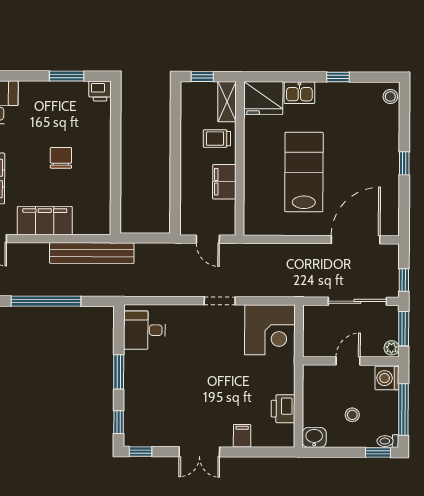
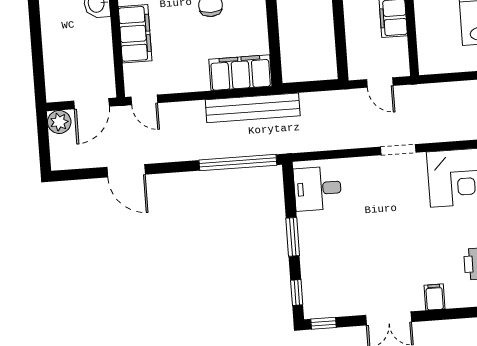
filing cabinet: (45, 221) -> (240, 73), moved
window: (46, 301) -> (238, 163), moved

